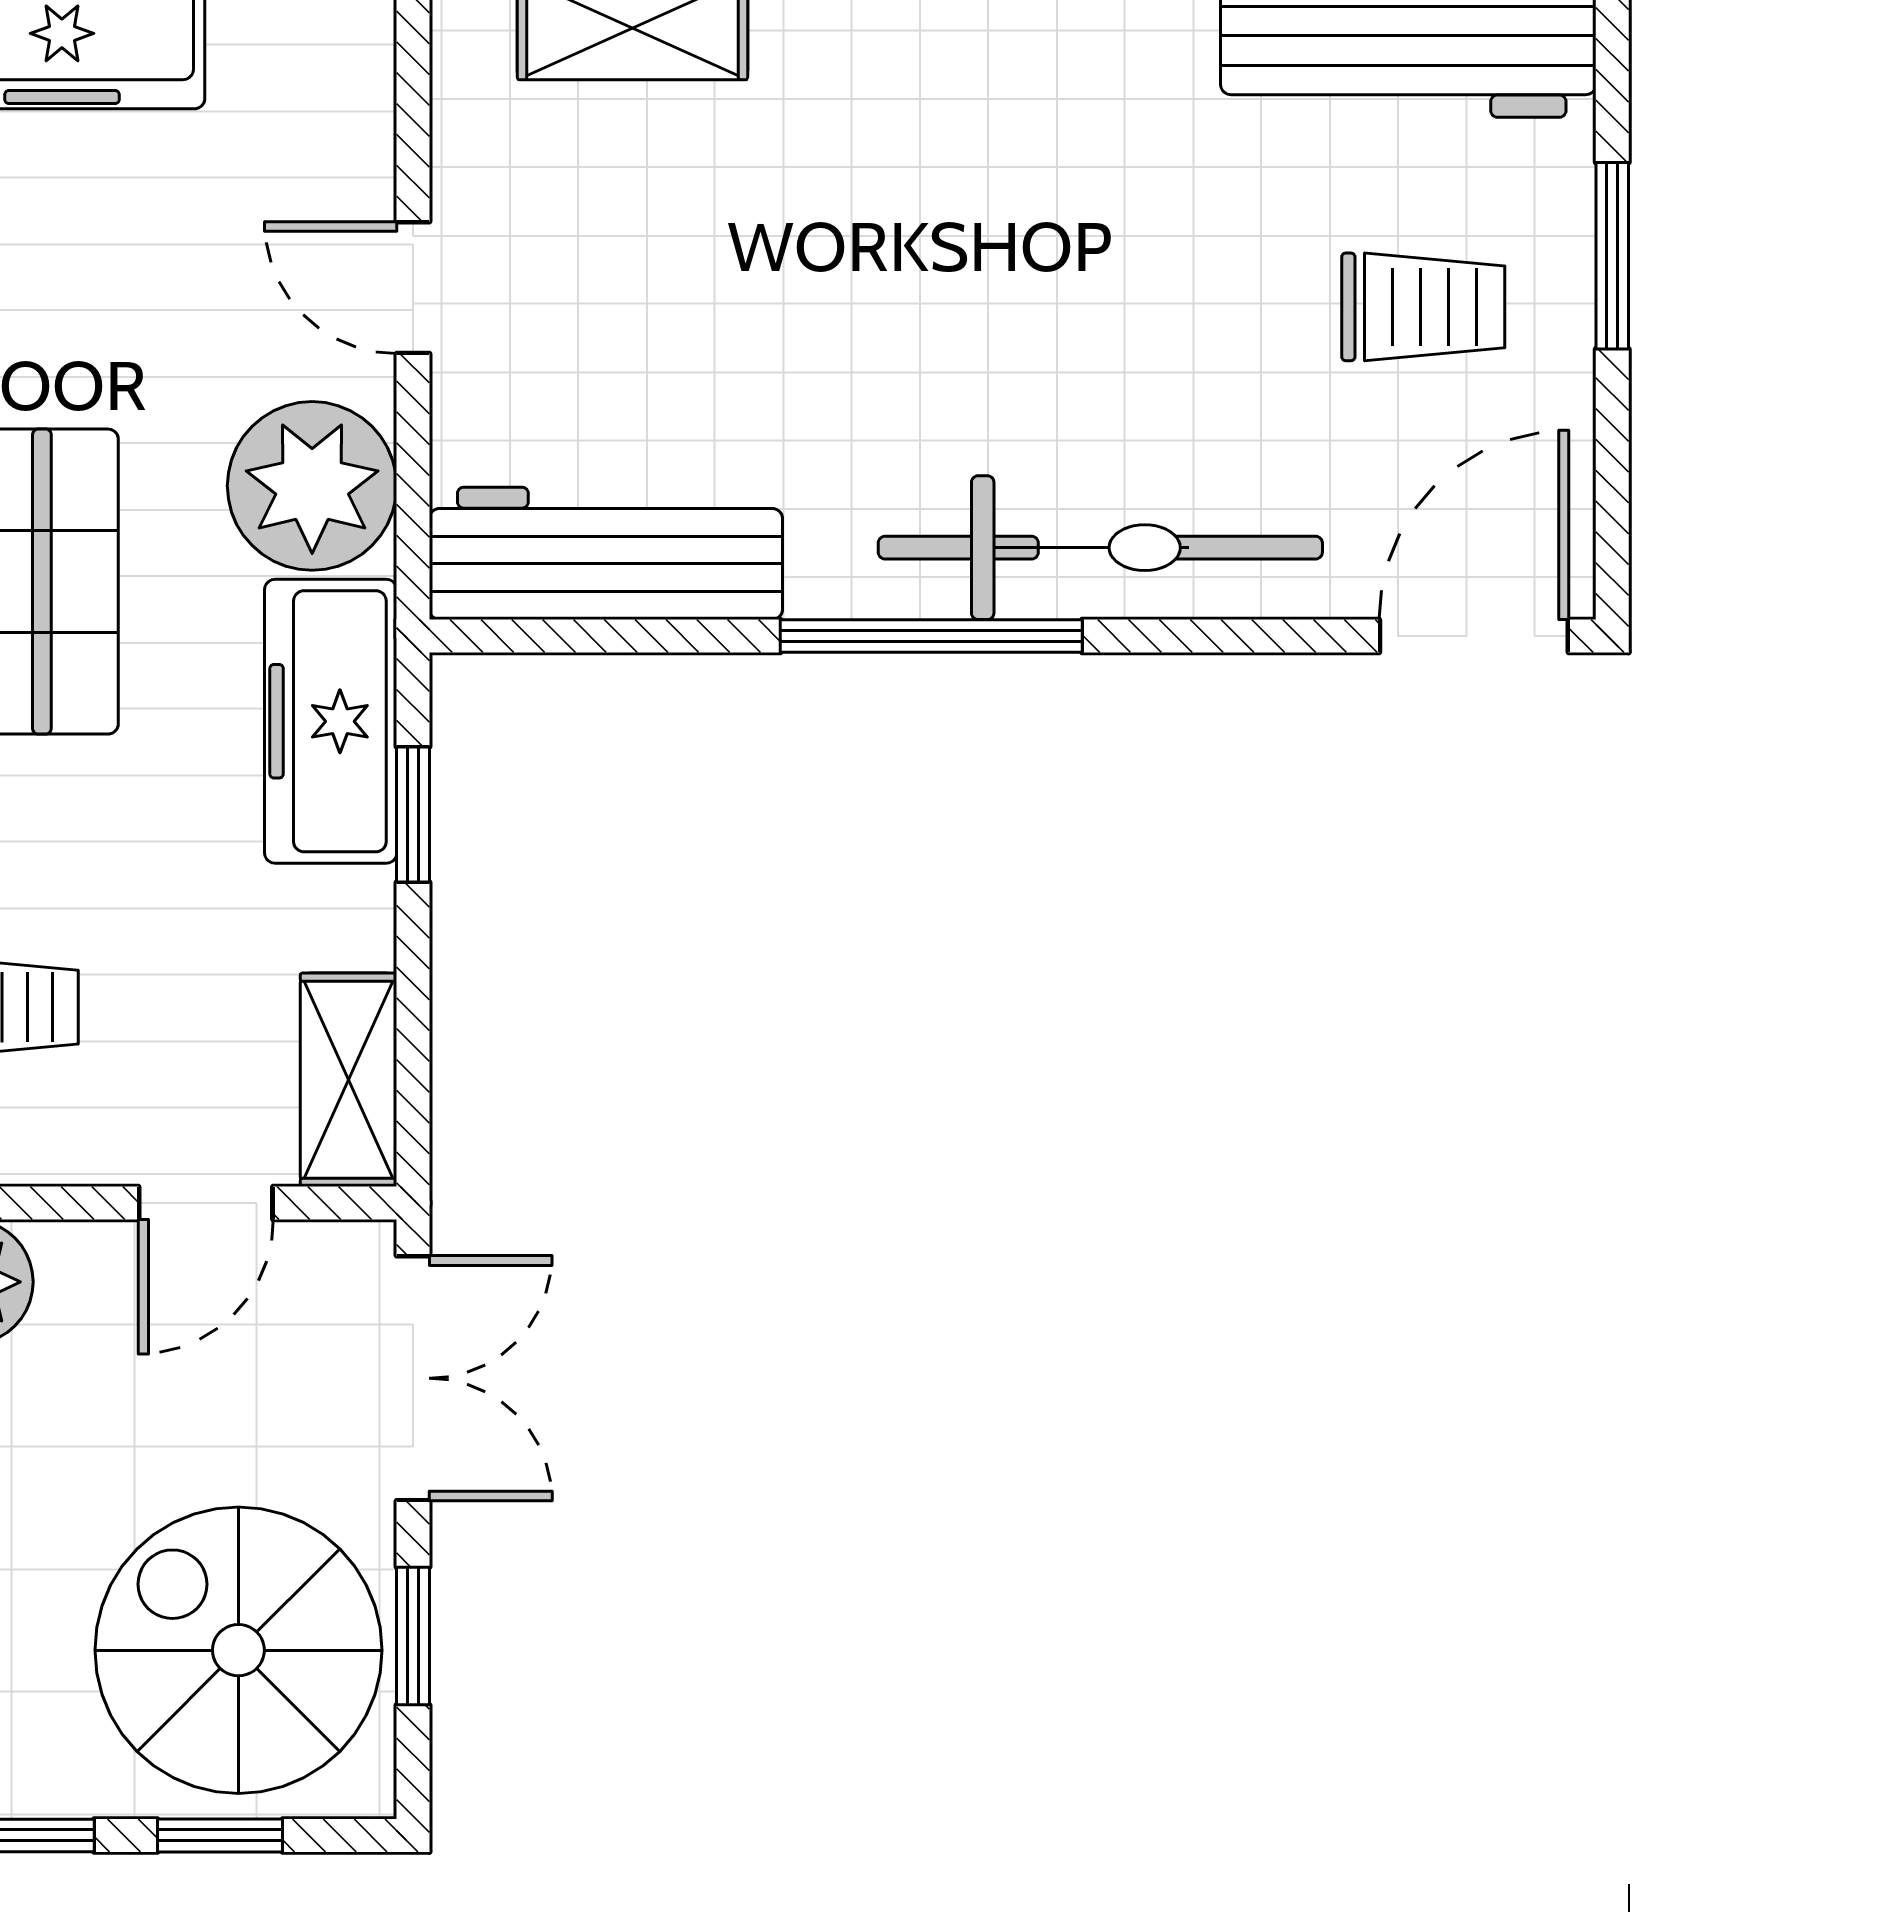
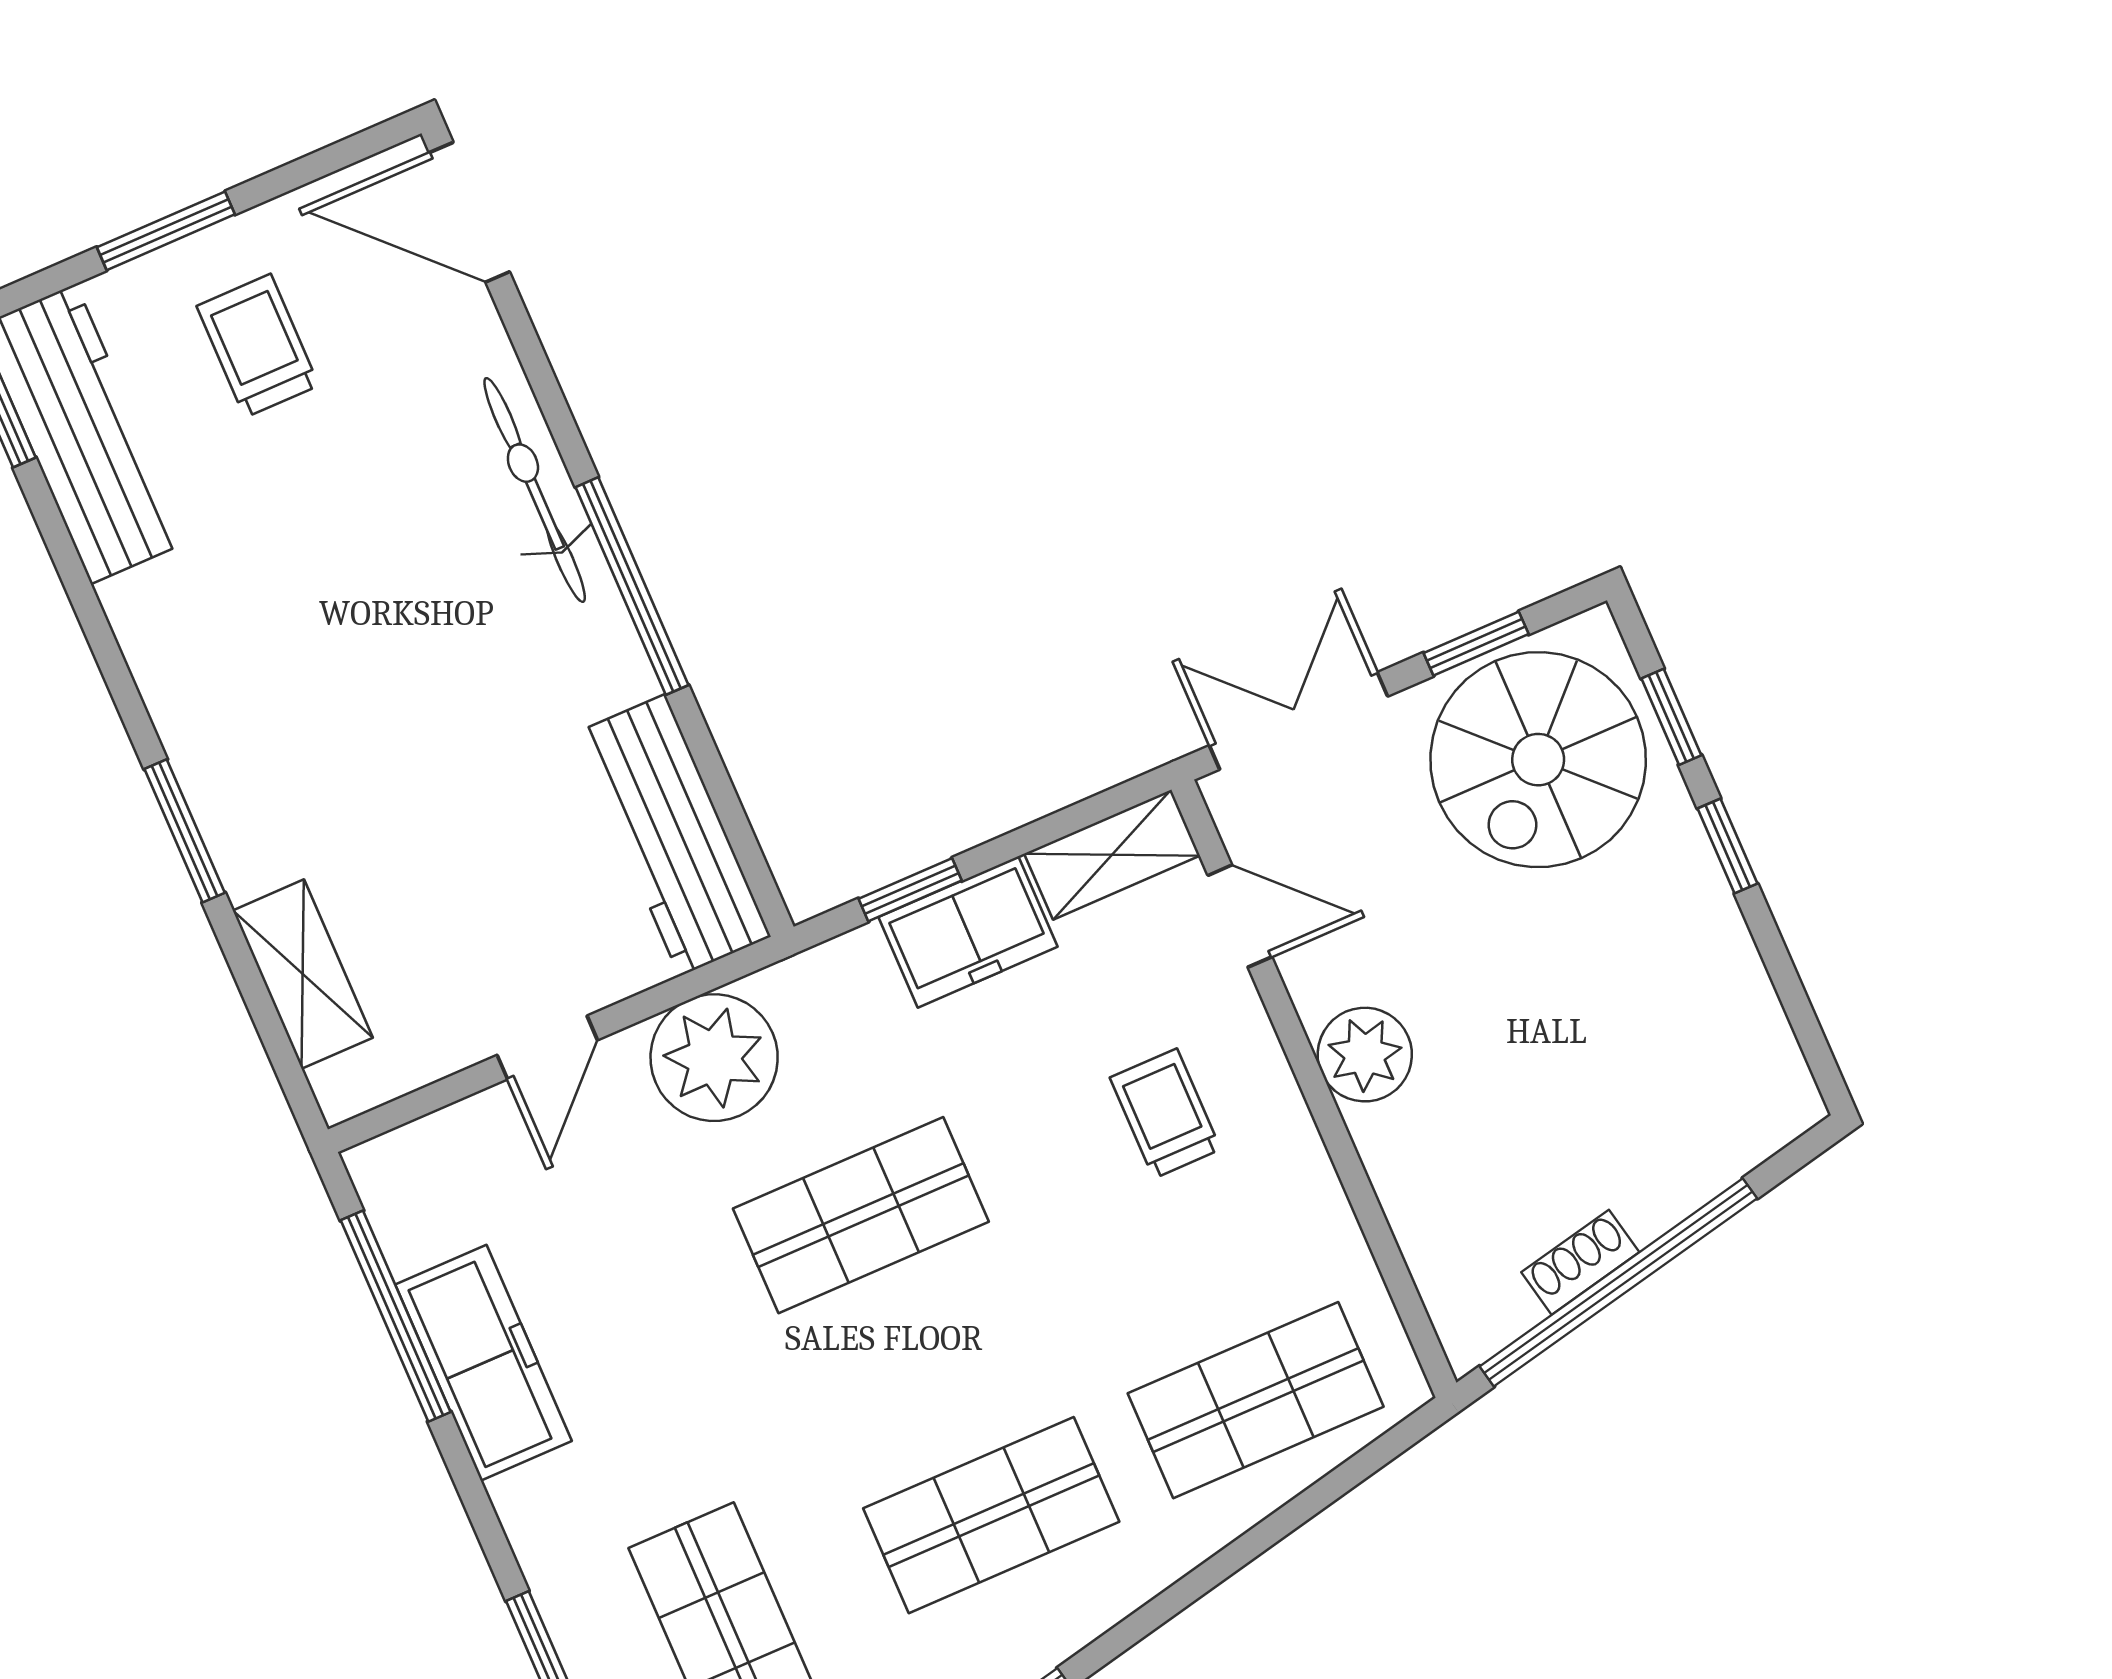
bicycle: (1100, 548) -> (535, 490), width x0.73, depth x0.71
freezer: (331, 721) -> (968, 932), moved, width x0.71

